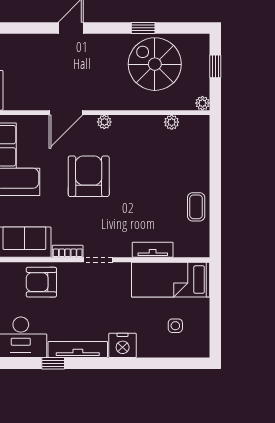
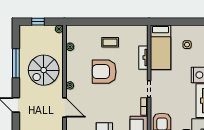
window: (143, 28) -> (16, 63), width x2.17
spiral stairs: (155, 64) -> (44, 70), moved
armchair: (89, 176) -> (104, 72), moved
coffee table: (196, 207) -> (110, 42), moved

